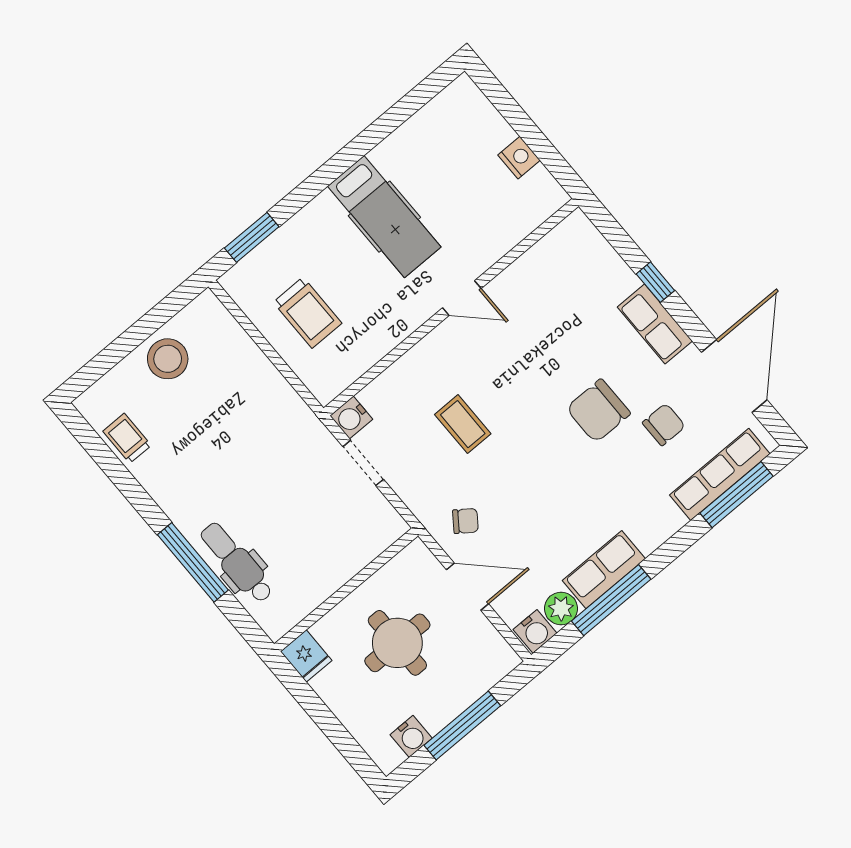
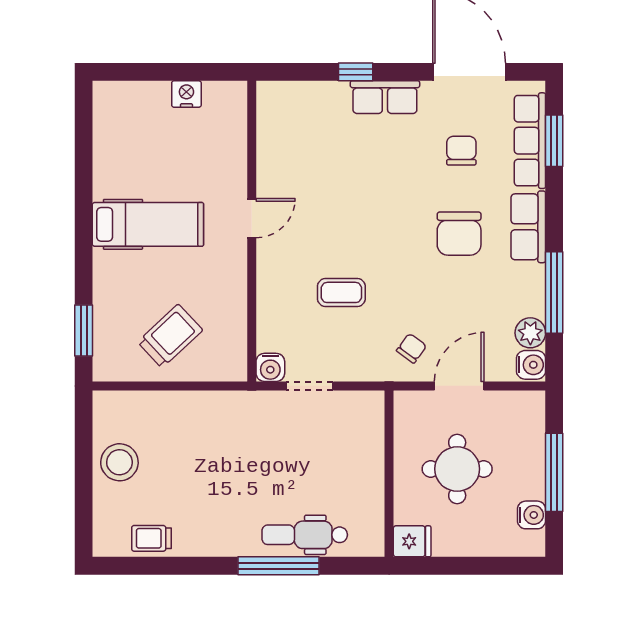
trolley: (307, 313) -> (170, 336), turned -43
chair: (598, 411) -> (459, 234), moved
window: (737, 495) -> (554, 141), width x0.69
row of seats: (604, 570) -> (528, 227), moved

